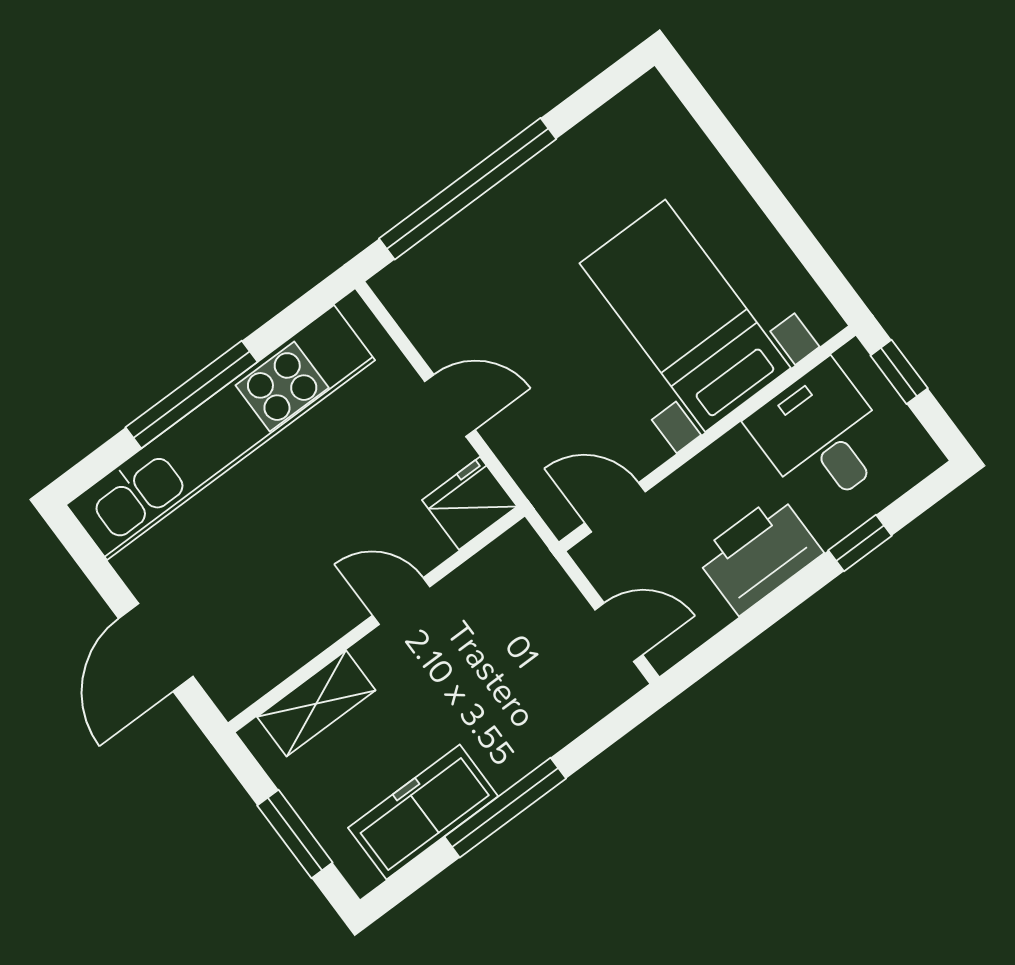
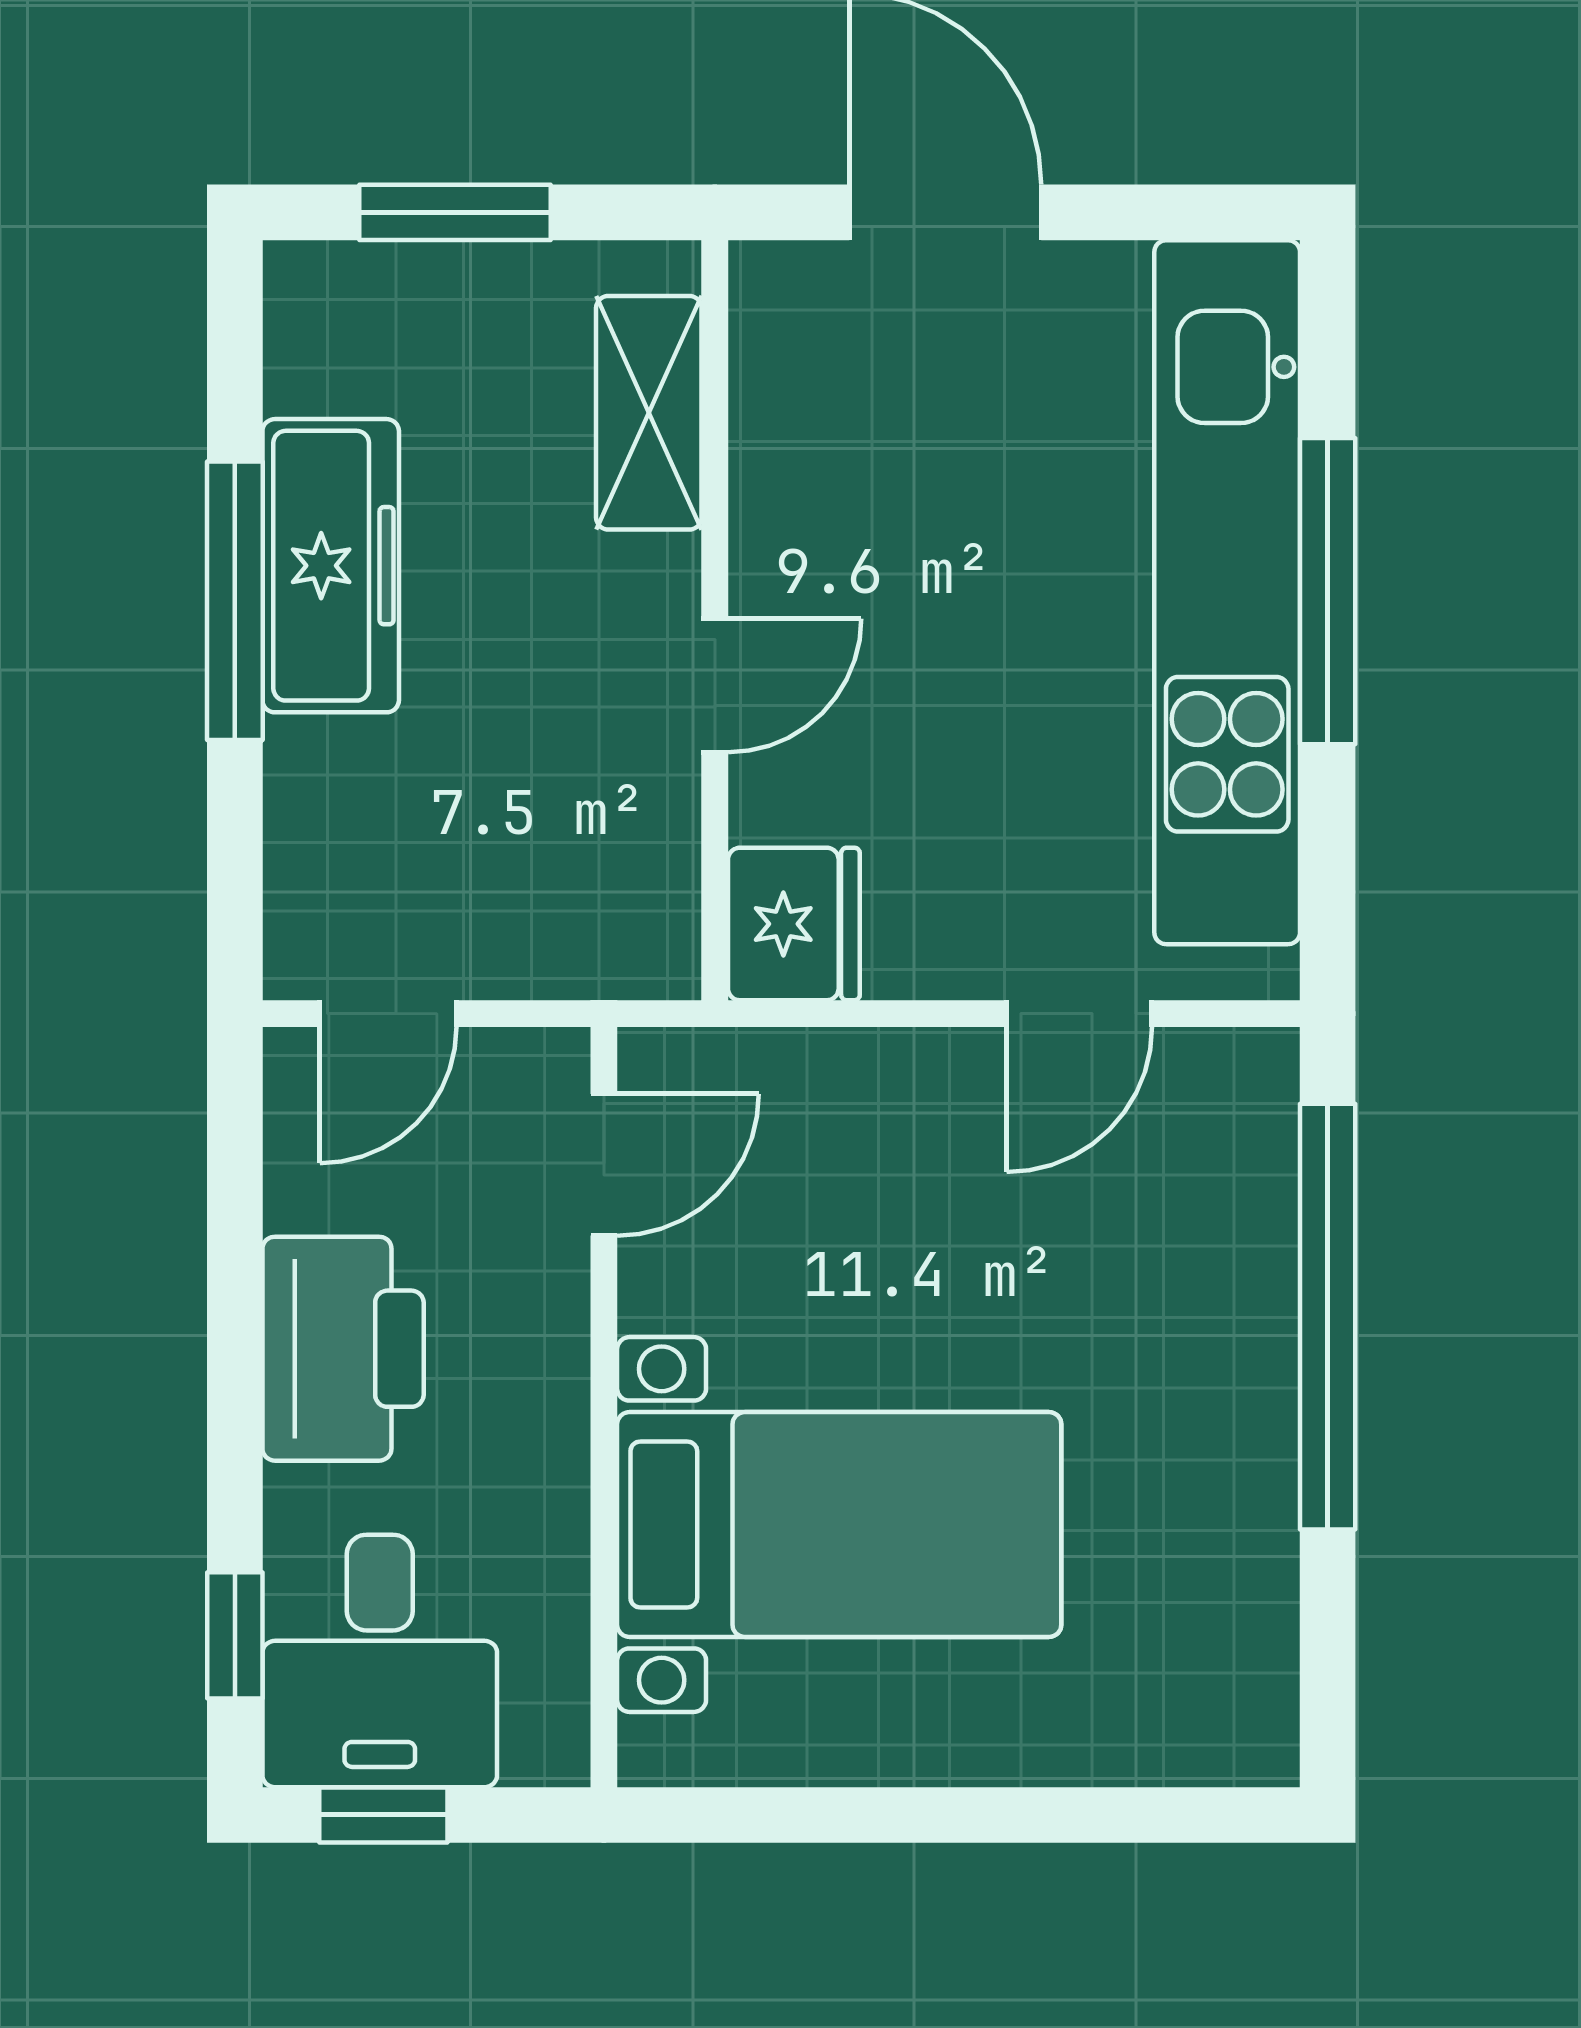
window: (899, 372) -> (383, 1815), moved
door: (450, 406) -> (1079, 1014), moved
desk: (822, 436) -> (380, 1661), moved, turned 90
window: (860, 543) -> (235, 1635), moved
freezer: (423, 812) -> (331, 566), moved

